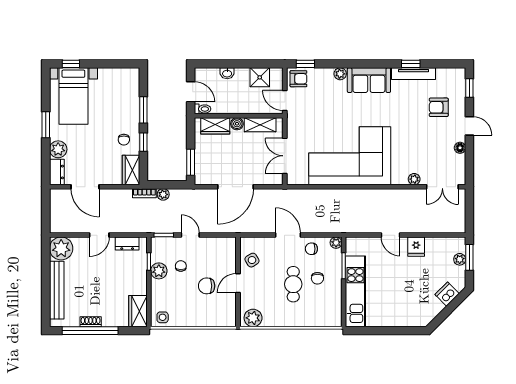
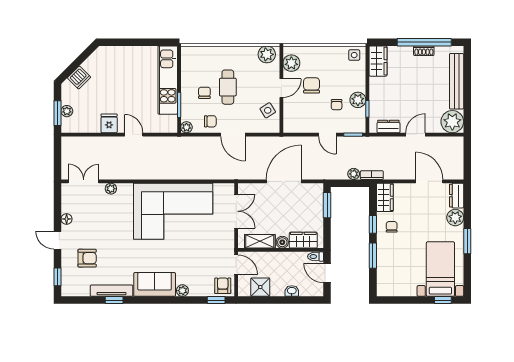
armchair: (298, 79) -> (223, 286), turned 90
chair: (207, 286) -> (312, 85), turned -90
plant: (228, 309) -> (291, 63), added

